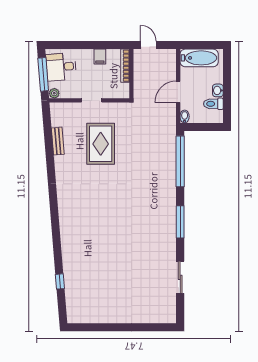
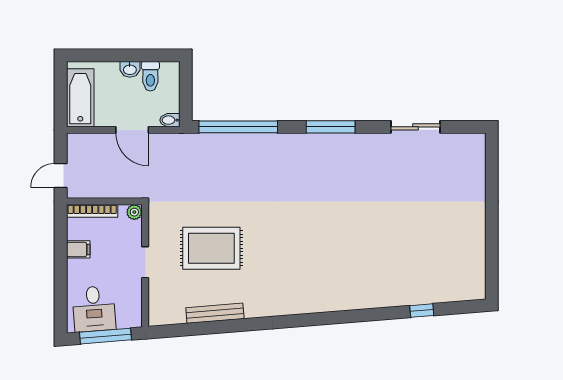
plant: (54, 93) -> (134, 212), moved
bench: (58, 141) -> (215, 313), width x1.36

